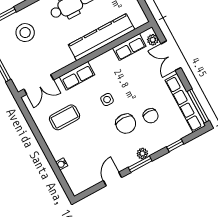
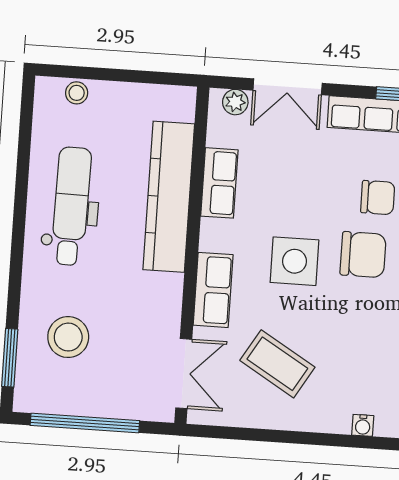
row of seats: (129, 47) -> (219, 183), moved
side table: (107, 100) -> (294, 261), width x1.87, depth x1.87
coffee table: (65, 117) -> (277, 364), turned -59

